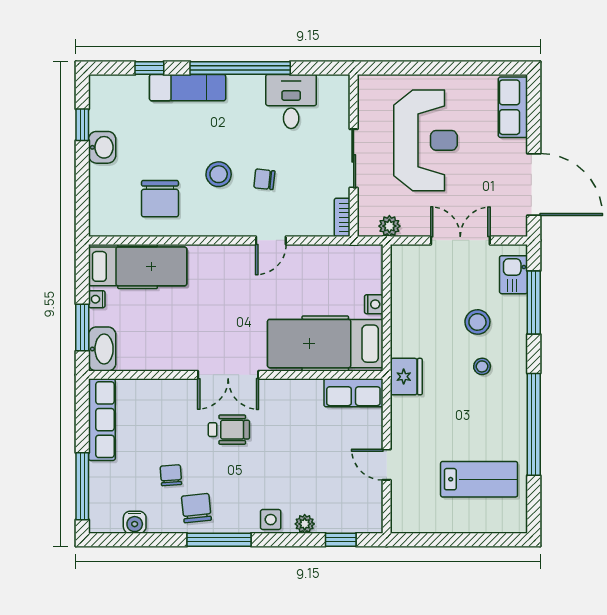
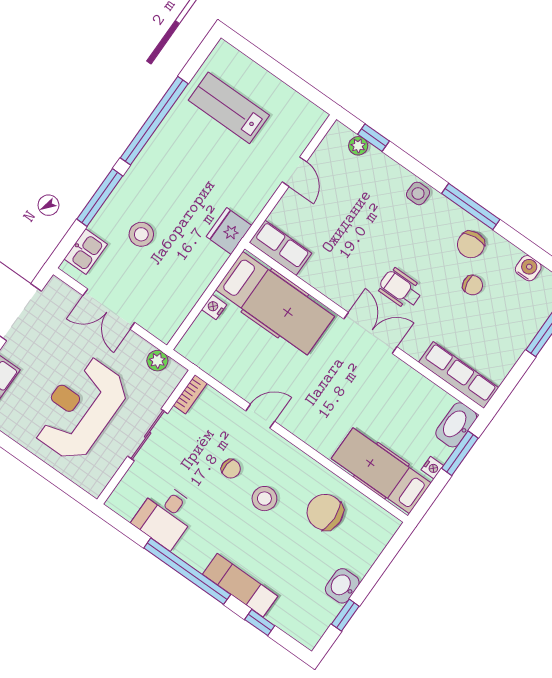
chair: (160, 199) -> (325, 512), turned -92
window: (534, 302) -> (100, 198), moved
stool: (482, 366) -> (163, 196), removed
row of seats: (102, 420) -> (459, 375), moved, turned 90
chair: (171, 475) -> (473, 285), turned -95
plant: (305, 524) -> (358, 146), moved

